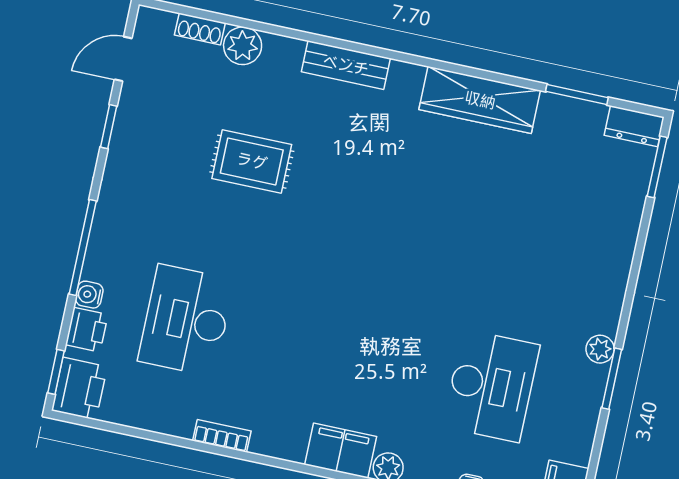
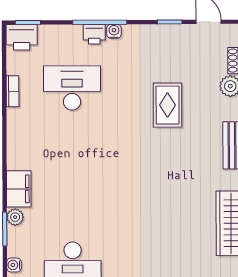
water cooler: (89, 295) -> (114, 31), moved
printer: (87, 330) -> (94, 34), moved
bookcase: (222, 436) -> (13, 91), moved

